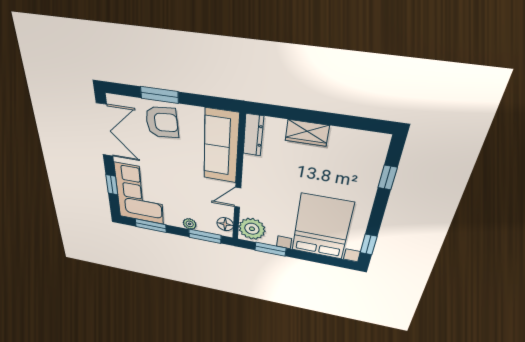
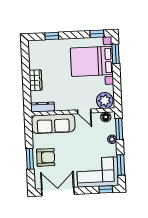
armchair: (162, 122) -> (46, 157), turned 95
window: (112, 185) -> (106, 189), moved
window: (270, 249) -> (116, 54), moved

